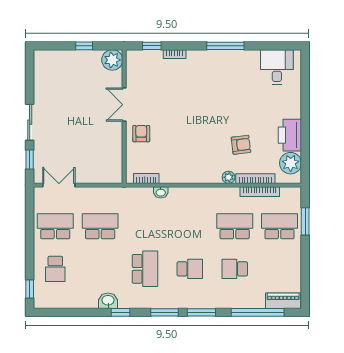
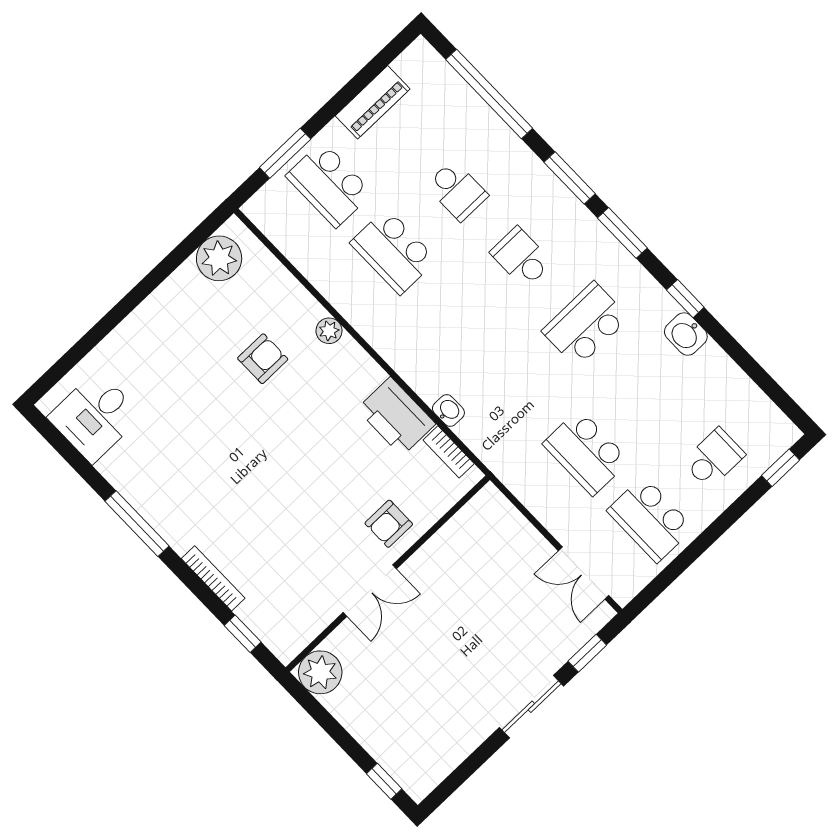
window: (84, 46) -> (384, 781), moved
bookcase: (175, 54) -> (213, 578), width x1.56
printer: (290, 135) -> (396, 416), moved, turned 90
armchair: (241, 145) -> (263, 359), turned 97
bookcase: (255, 179) -> (292, 289), removed
bookcase: (260, 192) -> (306, 264), removed
piano: (283, 301) -> (373, 102), moved, turned -90

